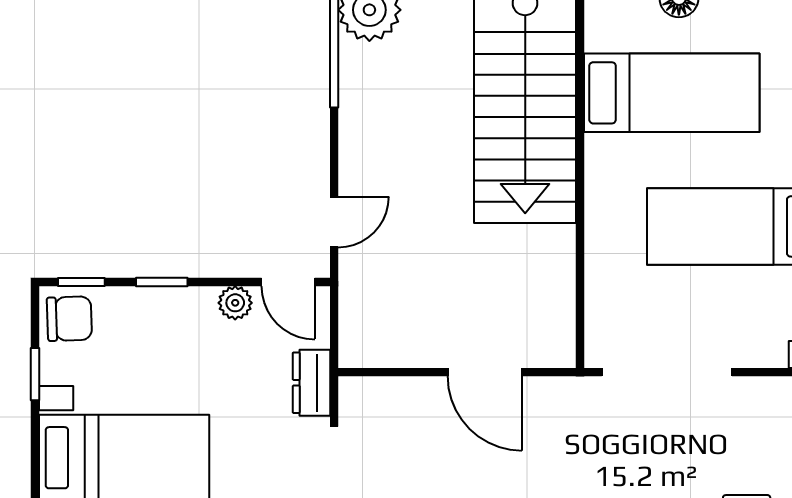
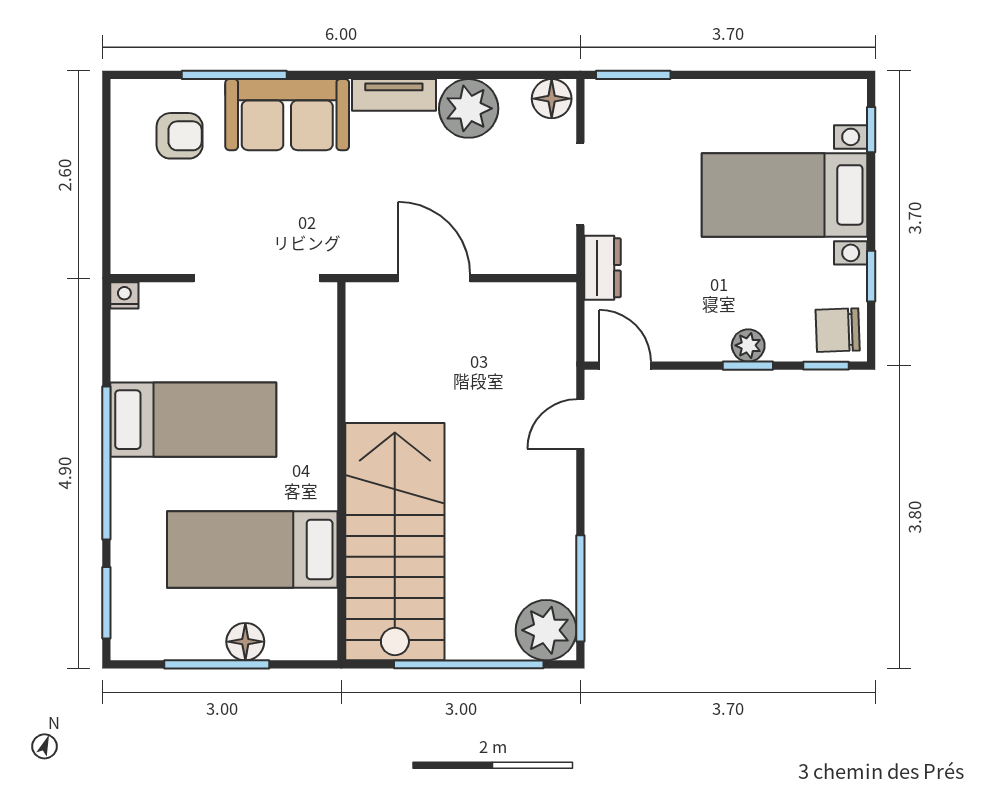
plant: (235, 303) -> (748, 345), moved

